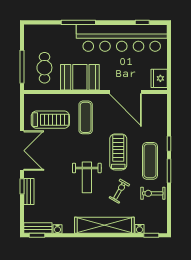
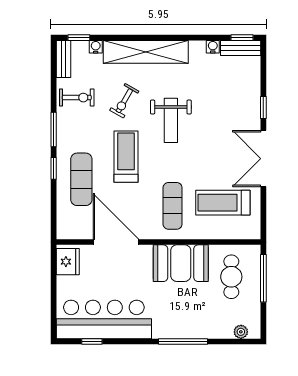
plant: (38, 29) -> (241, 332), added
bar counter: (122, 38) -> (104, 319), width x0.73
treadmill: (118, 152) -> (126, 157), turned 180
exercise mat: (150, 161) -> (81, 179), moved
weight bench: (87, 177) -> (171, 120), turned 180
bench: (29, 191) -> (63, 59), moved

